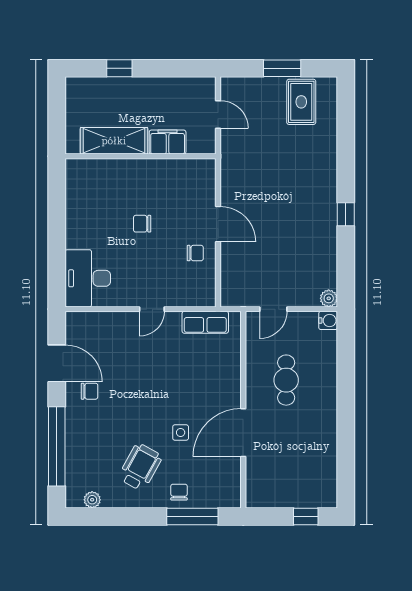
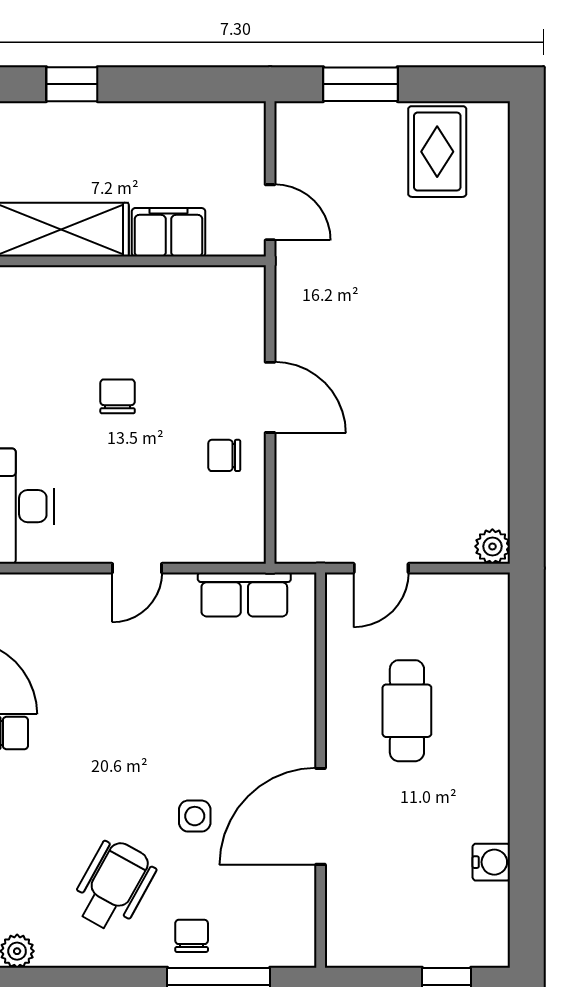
window: (282, 68) -> (360, 84), moved
door: (218, 115) -> (270, 212), moved
window: (346, 214) -> (527, 377), removed
chair: (142, 224) -> (118, 396), turned 90
chair: (195, 253) -> (224, 455), turned 180
water cooler: (328, 320) -> (491, 862), moved

